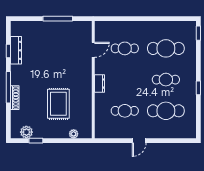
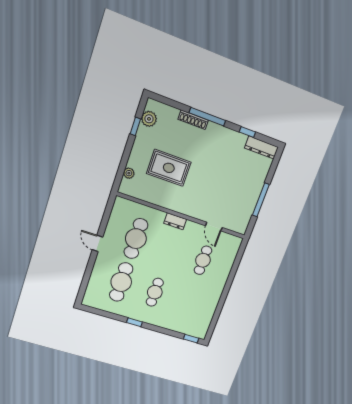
cafe table: (166, 48) -> (187, 302), removed
dresser: (16, 50) -> (261, 148), moved
cafe table: (125, 111) -> (136, 239), width x1.37, depth x1.35

